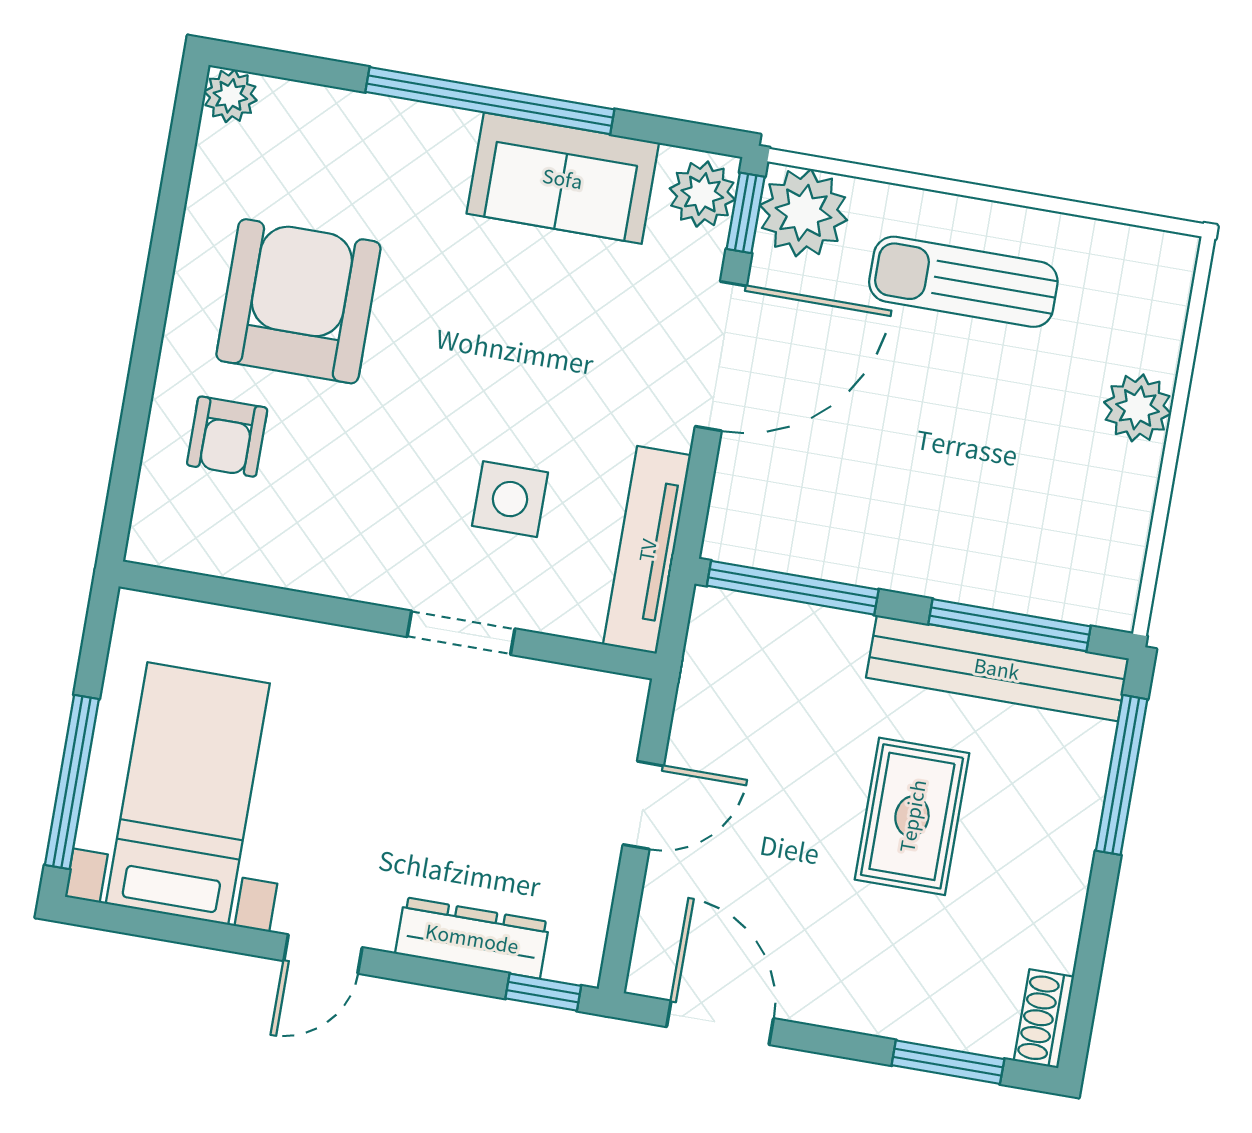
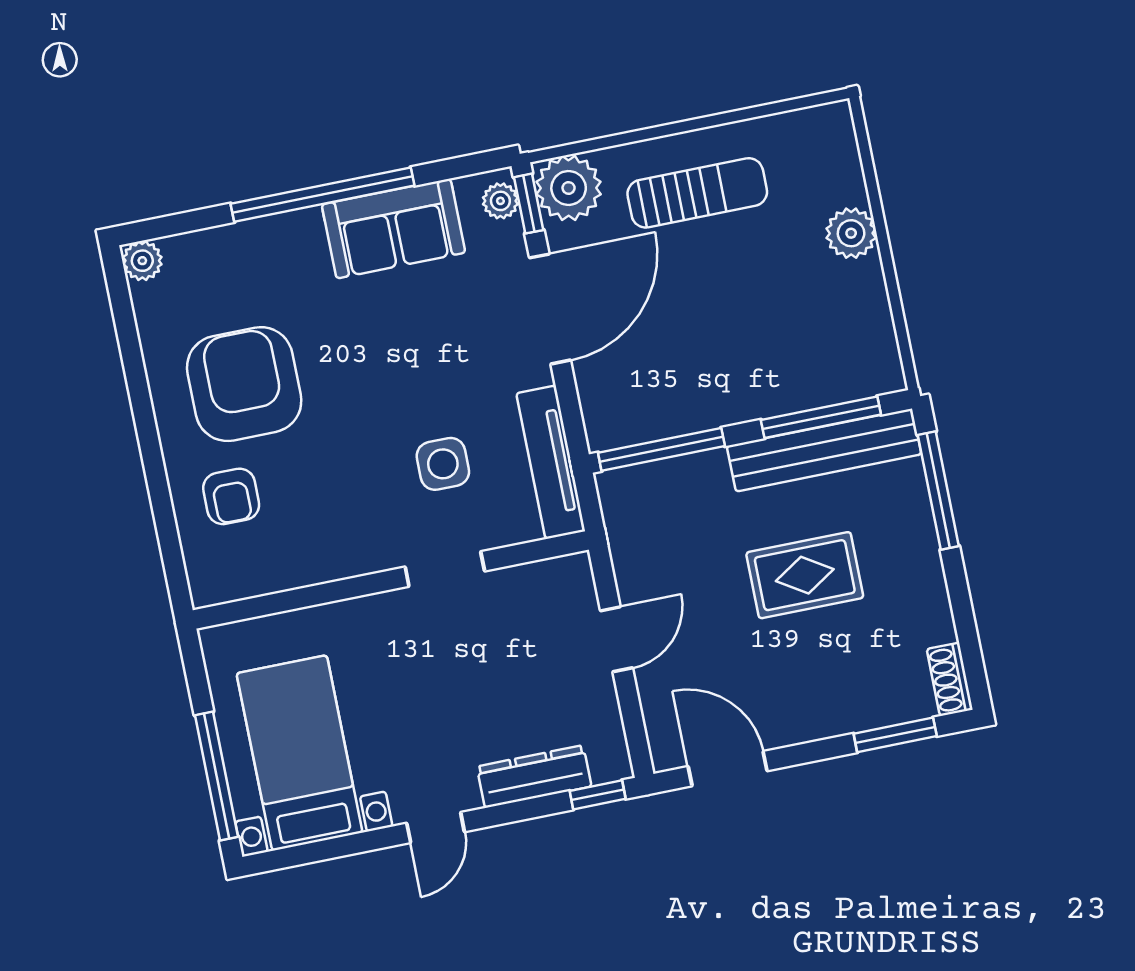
plant: (702, 194) -> (500, 201), width x0.73, depth x0.73
sun lounger: (963, 282) -> (697, 193), turned 180
rug: (912, 816) -> (805, 575), turned 90

